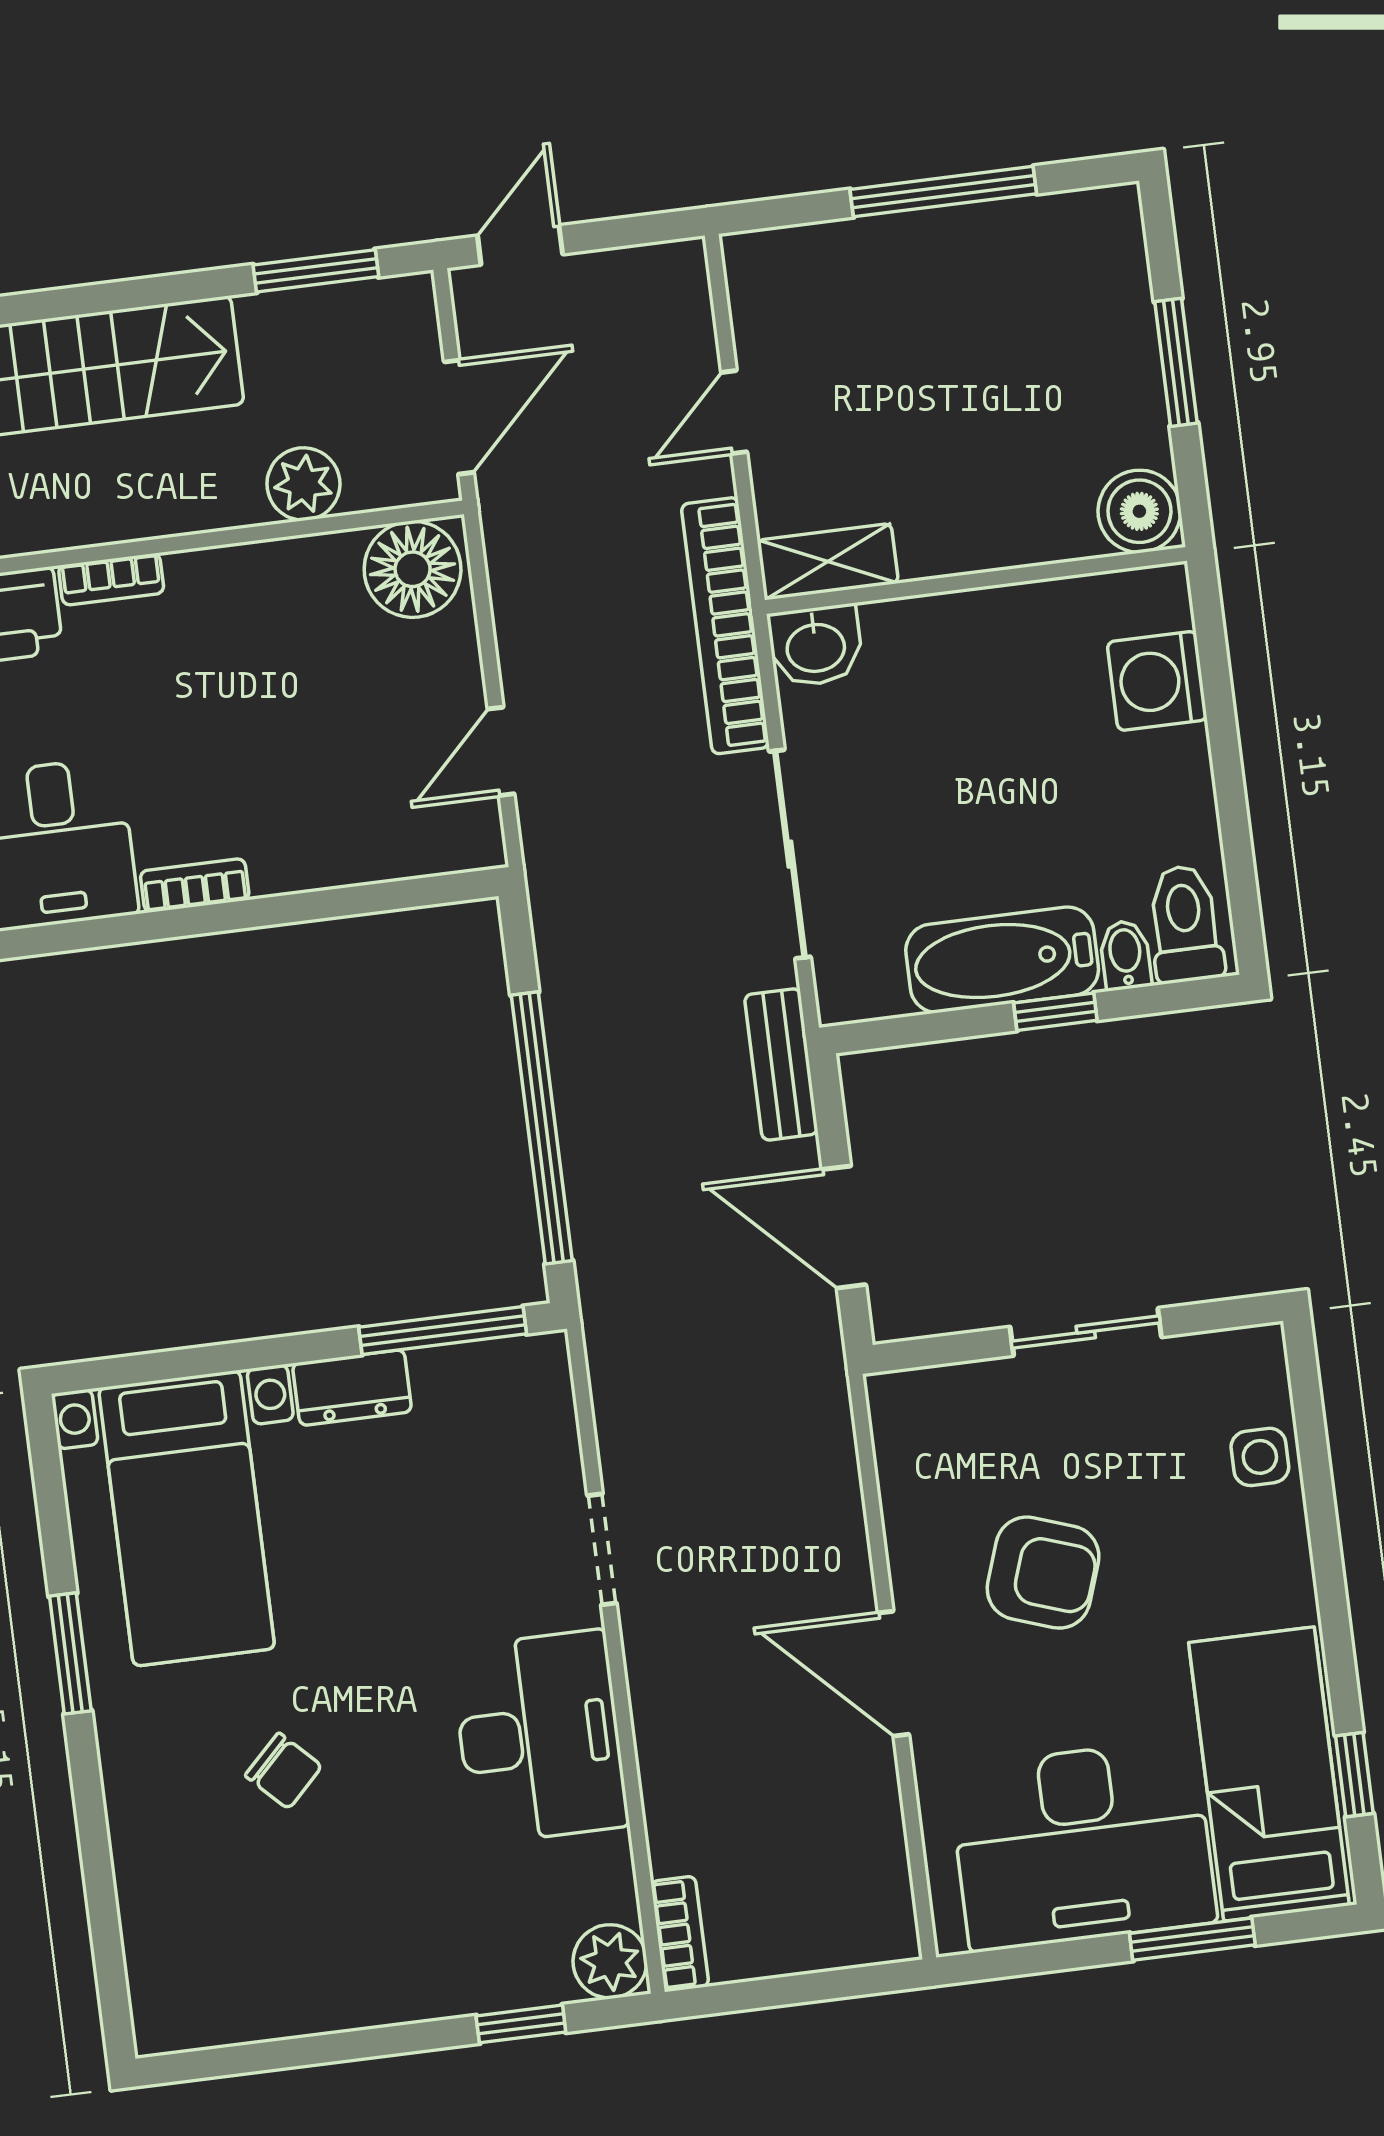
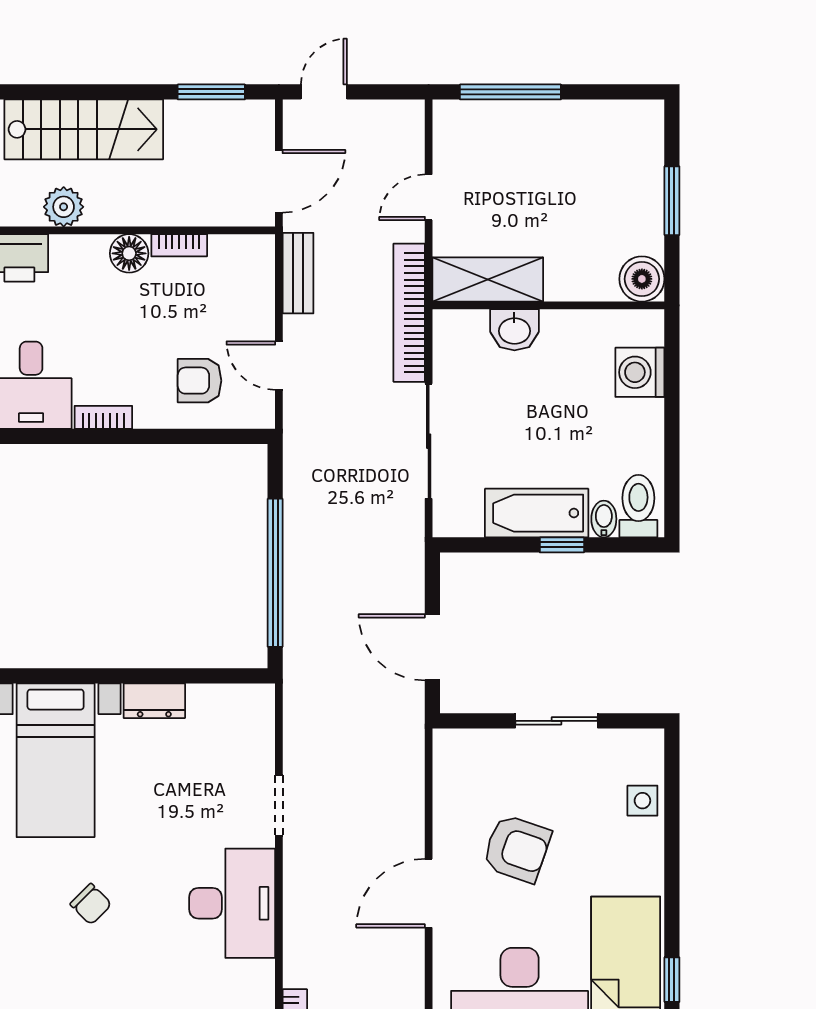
window: (943, 192) -> (510, 92), moved
plant: (303, 484) -> (64, 207), moved
shelving: (828, 562) -> (488, 279), width x1.50, depth x1.33
floor lamp: (413, 569) -> (129, 253), moved, width x0.73, depth x0.73
bookcase: (111, 579) -> (179, 245), moved
washbasin: (816, 646) -> (514, 330), moved
door: (501, 751) -> (279, 366), hinge flipped
armchair: (361, 797) -> (200, 381), added
bench: (781, 1064) -> (298, 273), moved
window: (443, 1330) -> (207, 676), removed
door: (893, 1674) -> (429, 893), hinge flipped

